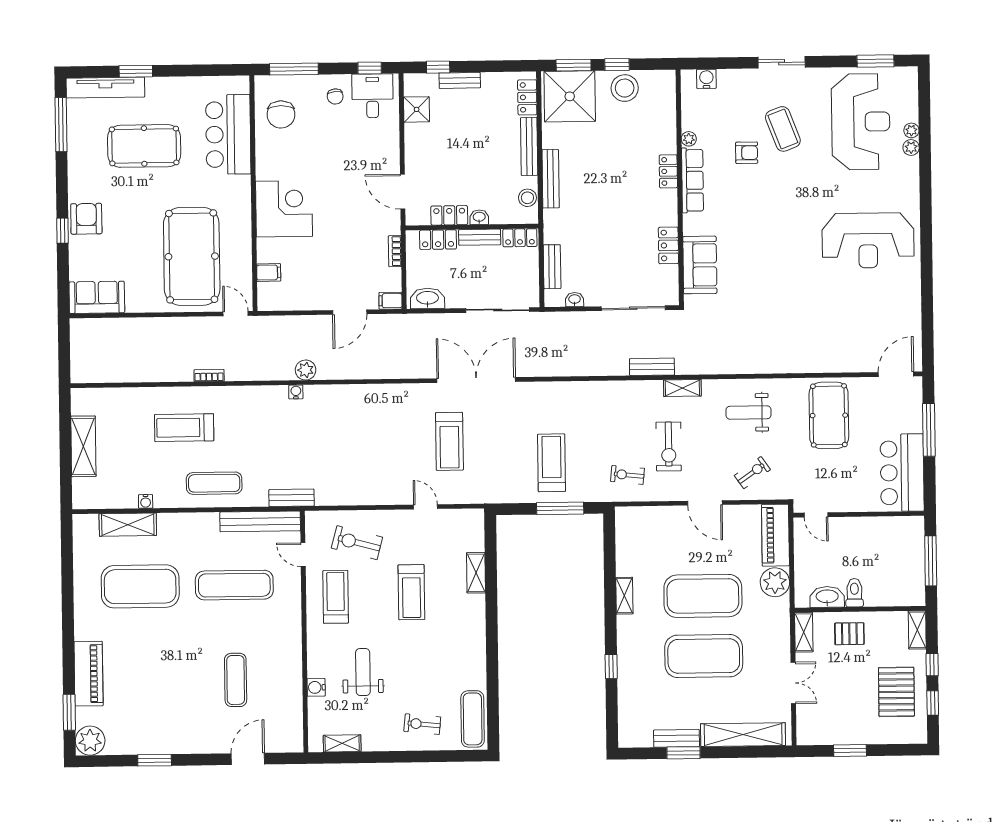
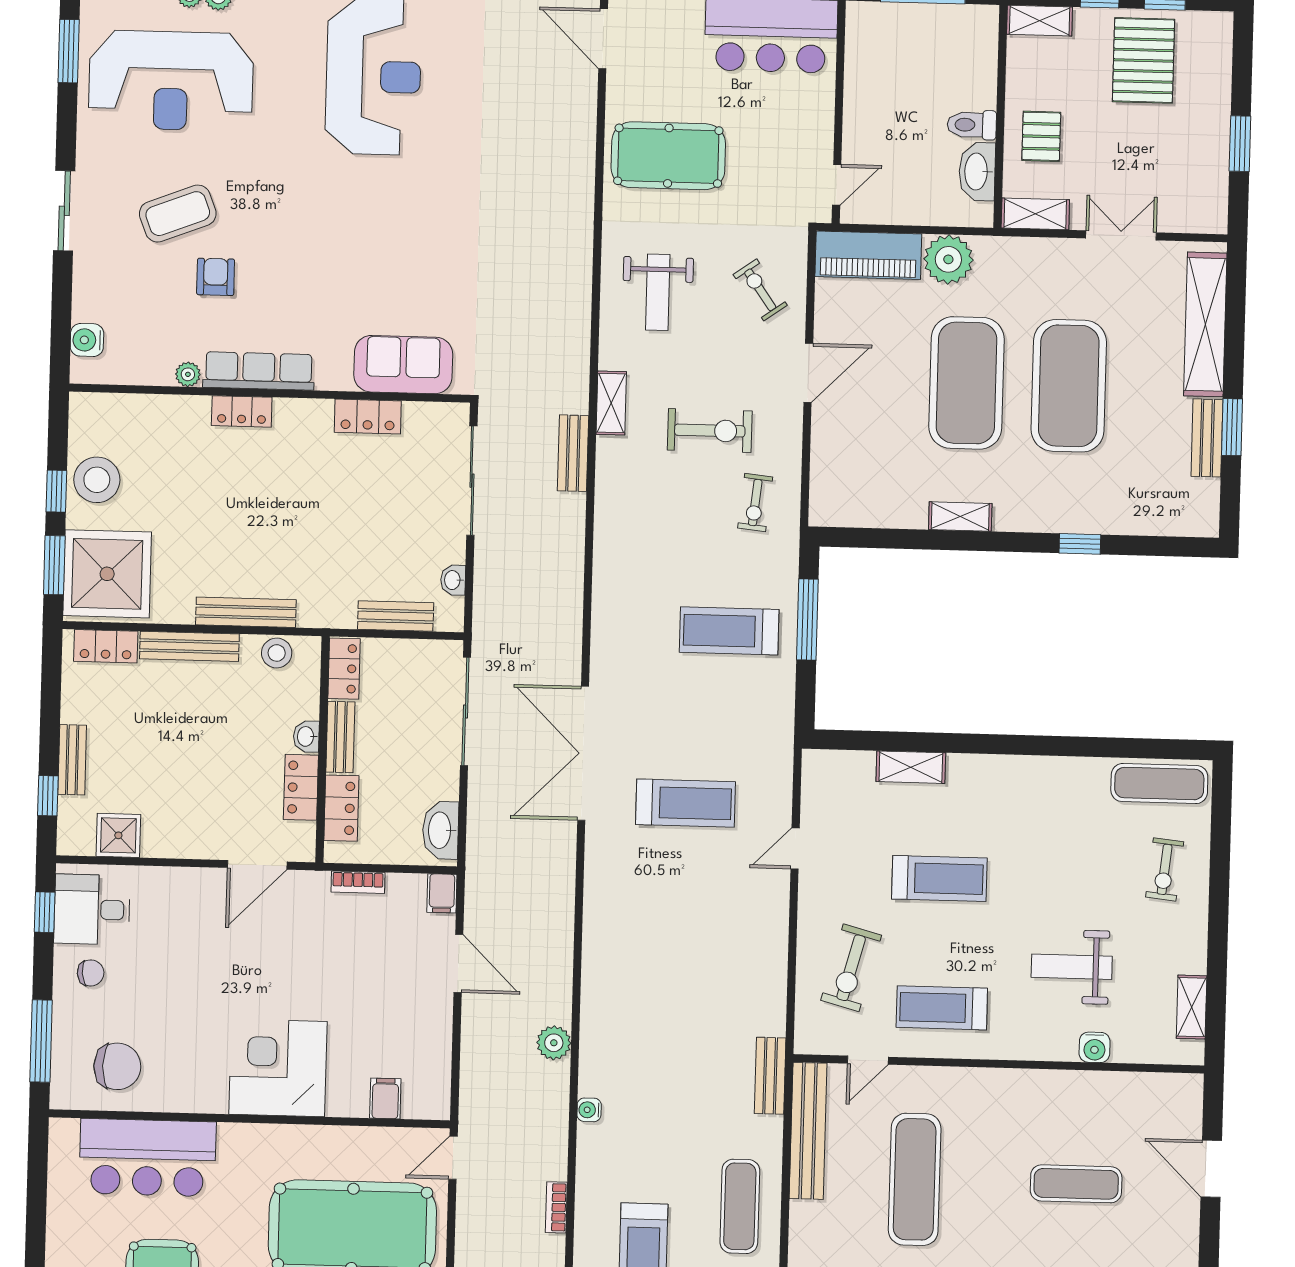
reception desk: (861, 122) -> (171, 81), turned 180
water cooler: (296, 392) -> (589, 1110), moved
pallet: (896, 692) -> (1143, 60), turned 90

